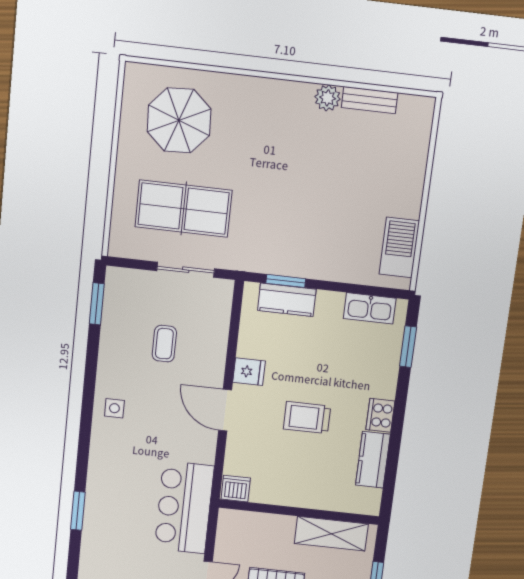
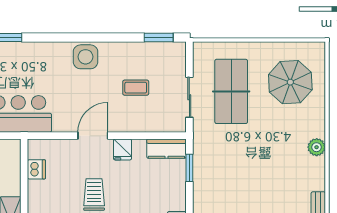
plant: (328, 98) -> (317, 147), moved
kitchen counter: (287, 300) -> (166, 149), moved, turned -90
side table: (114, 408) -> (86, 57), width x1.87, depth x1.87
dishwasher: (236, 489) -> (36, 169), moved

